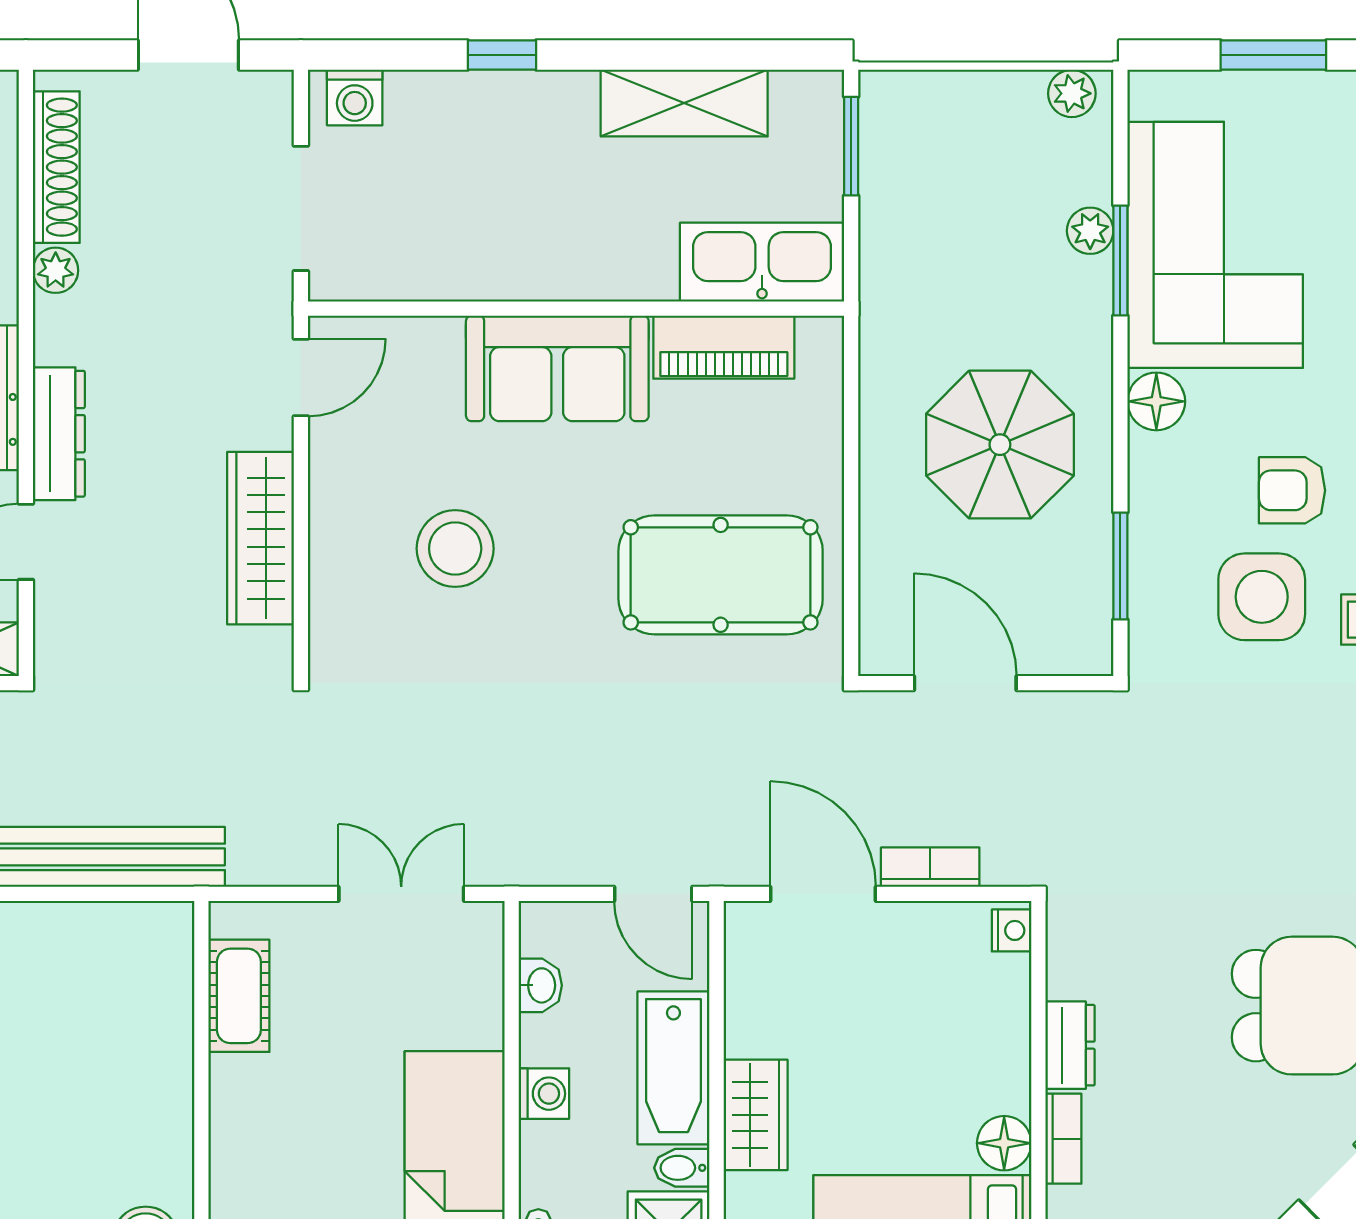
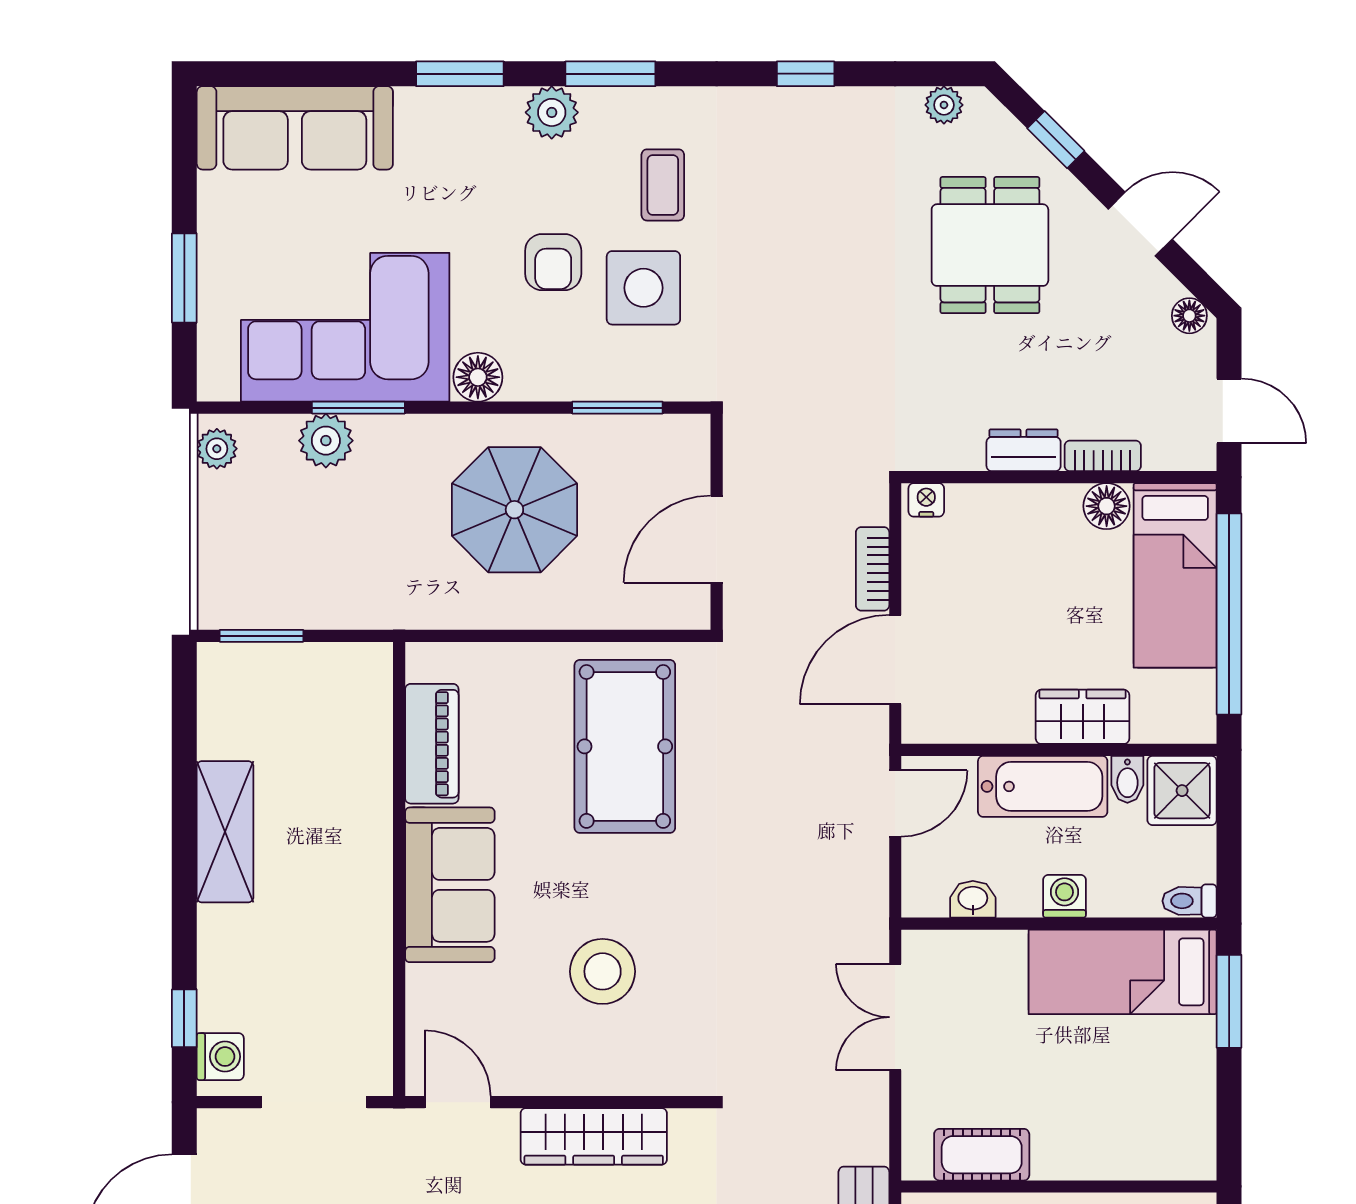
window: (502, 55) -> (184, 1018), moved
shelving: (684, 103) -> (225, 832), moved
plant: (1090, 231) -> (326, 441), width x1.38, depth x1.38
kitchen sink: (762, 262) -> (360, 711), removed

